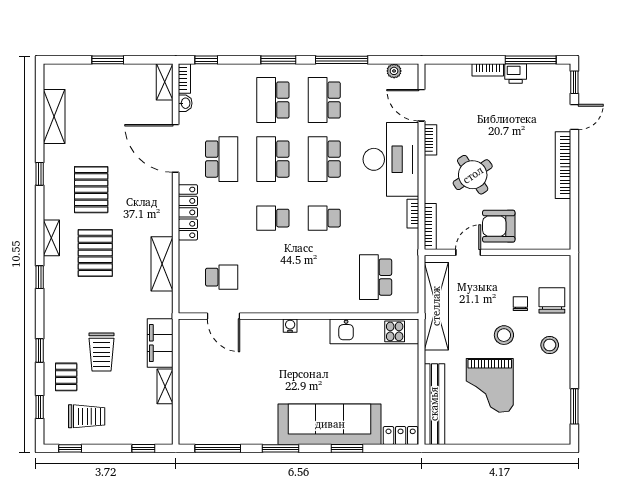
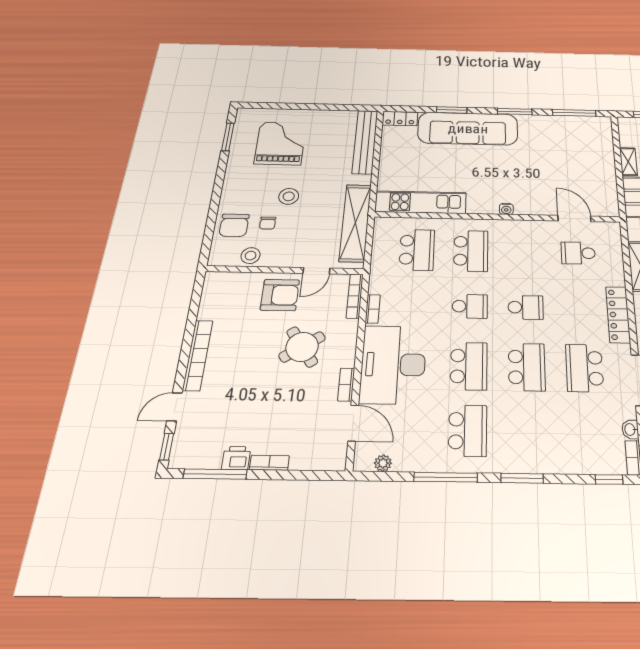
school desk: (273, 100) -> (471, 251), moved
stool: (550, 345) -> (251, 256), moved
grand piano: (490, 385) -> (280, 143), moved

